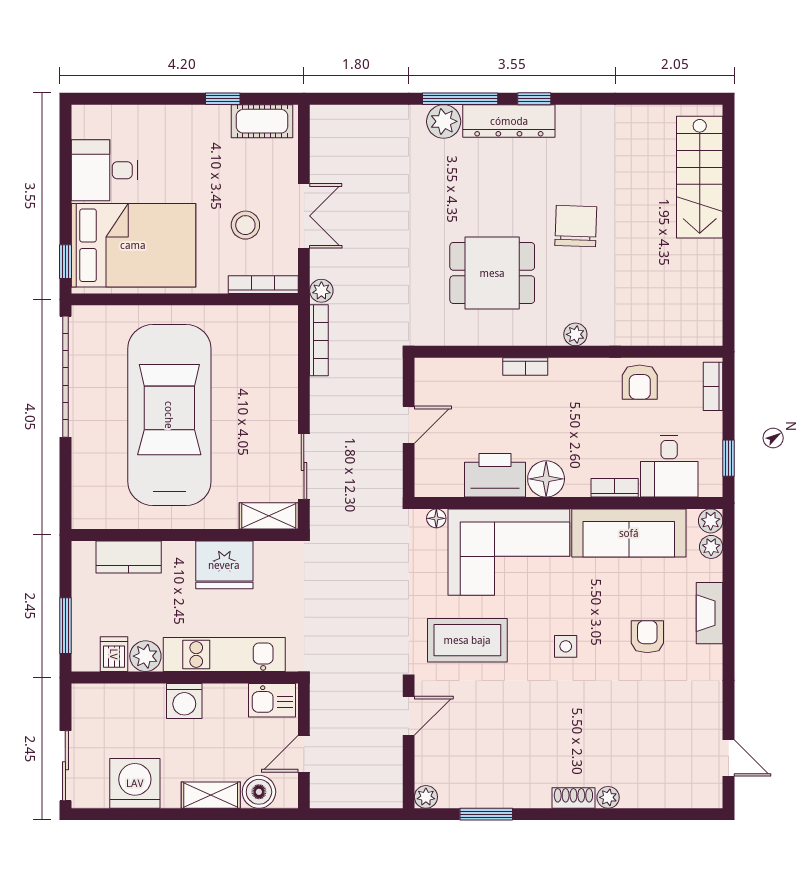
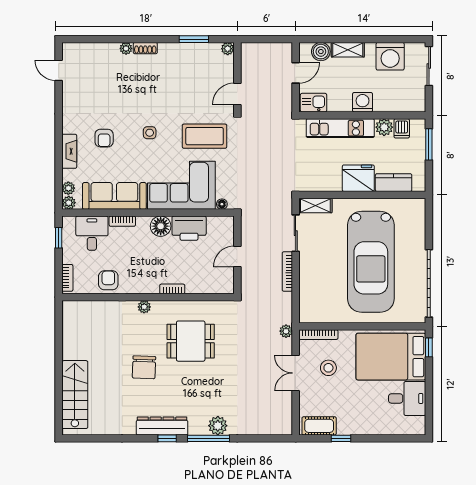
dresser: (509, 121) -> (162, 426), moved
bookcase: (319, 340) -> (287, 272), moved
fridge: (224, 565) -> (358, 178), moved

